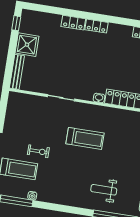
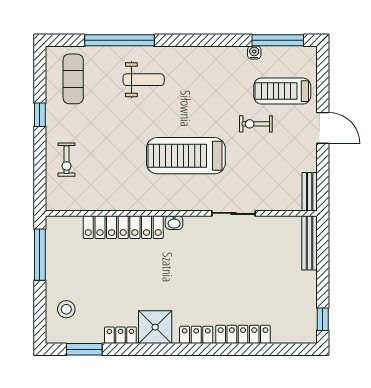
locker: (73, 23) -> (243, 334), width x1.53
shower: (27, 45) -> (155, 327), moved
bench: (12, 104) -> (310, 192), added
treadmill: (85, 138) -> (186, 156), width x1.37, depth x1.38

